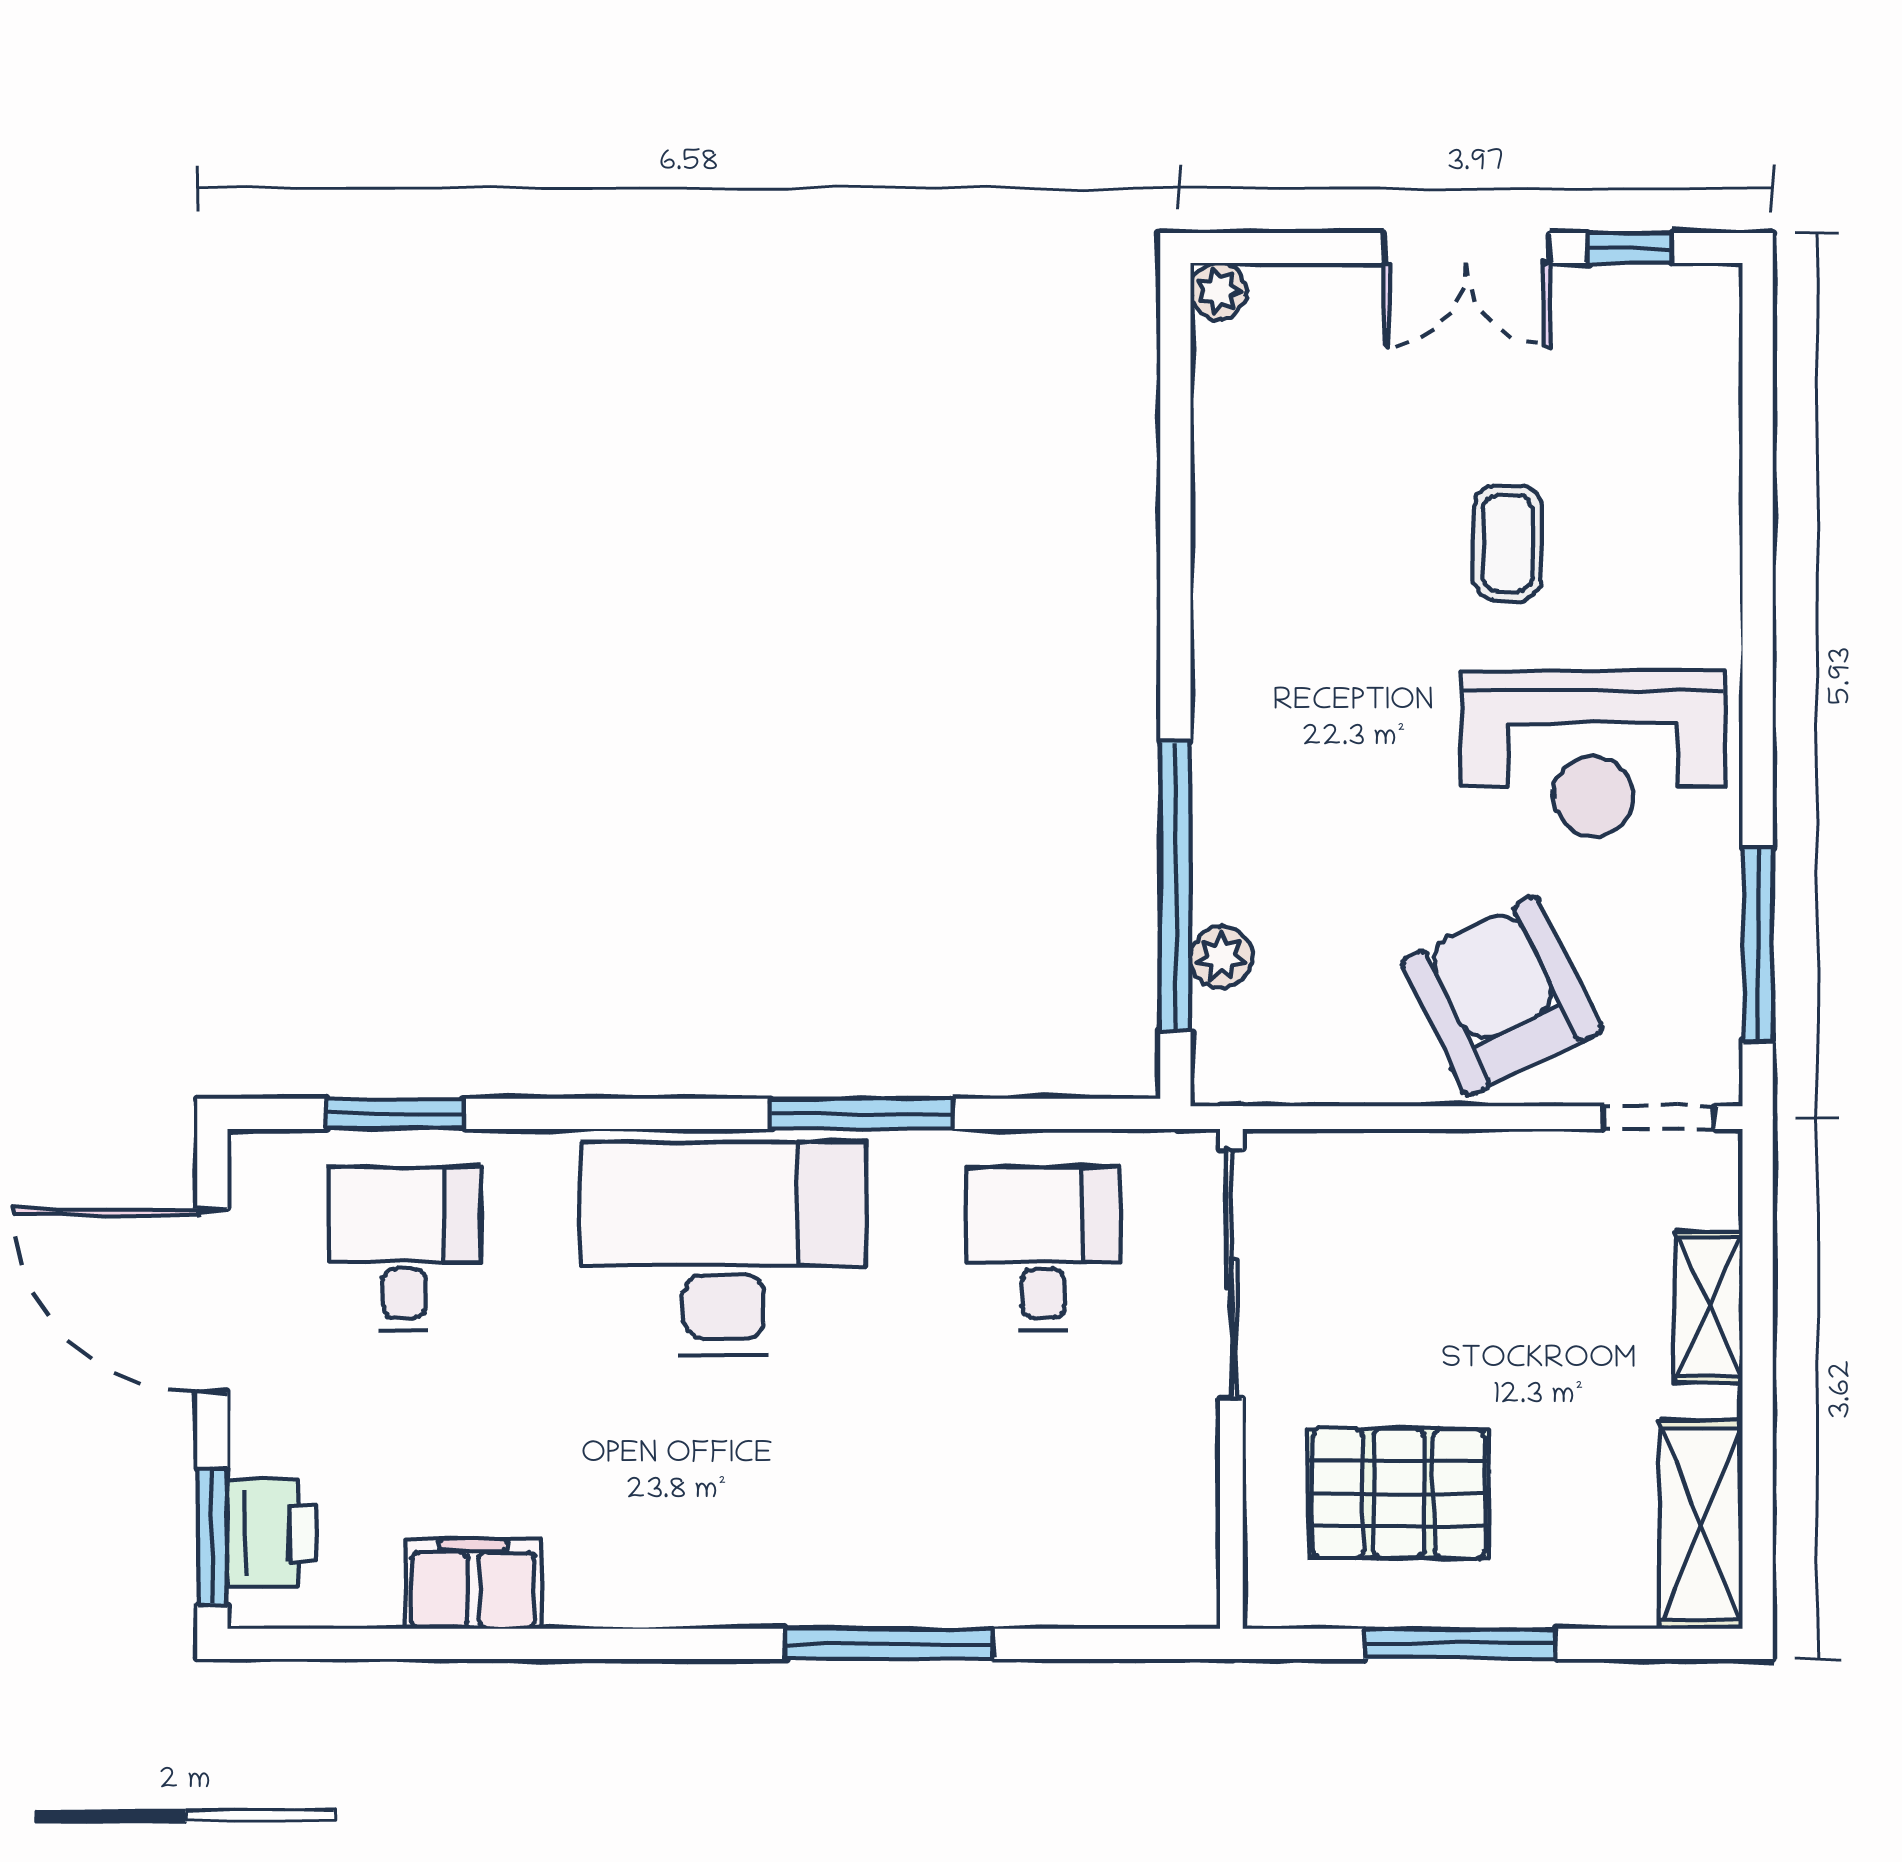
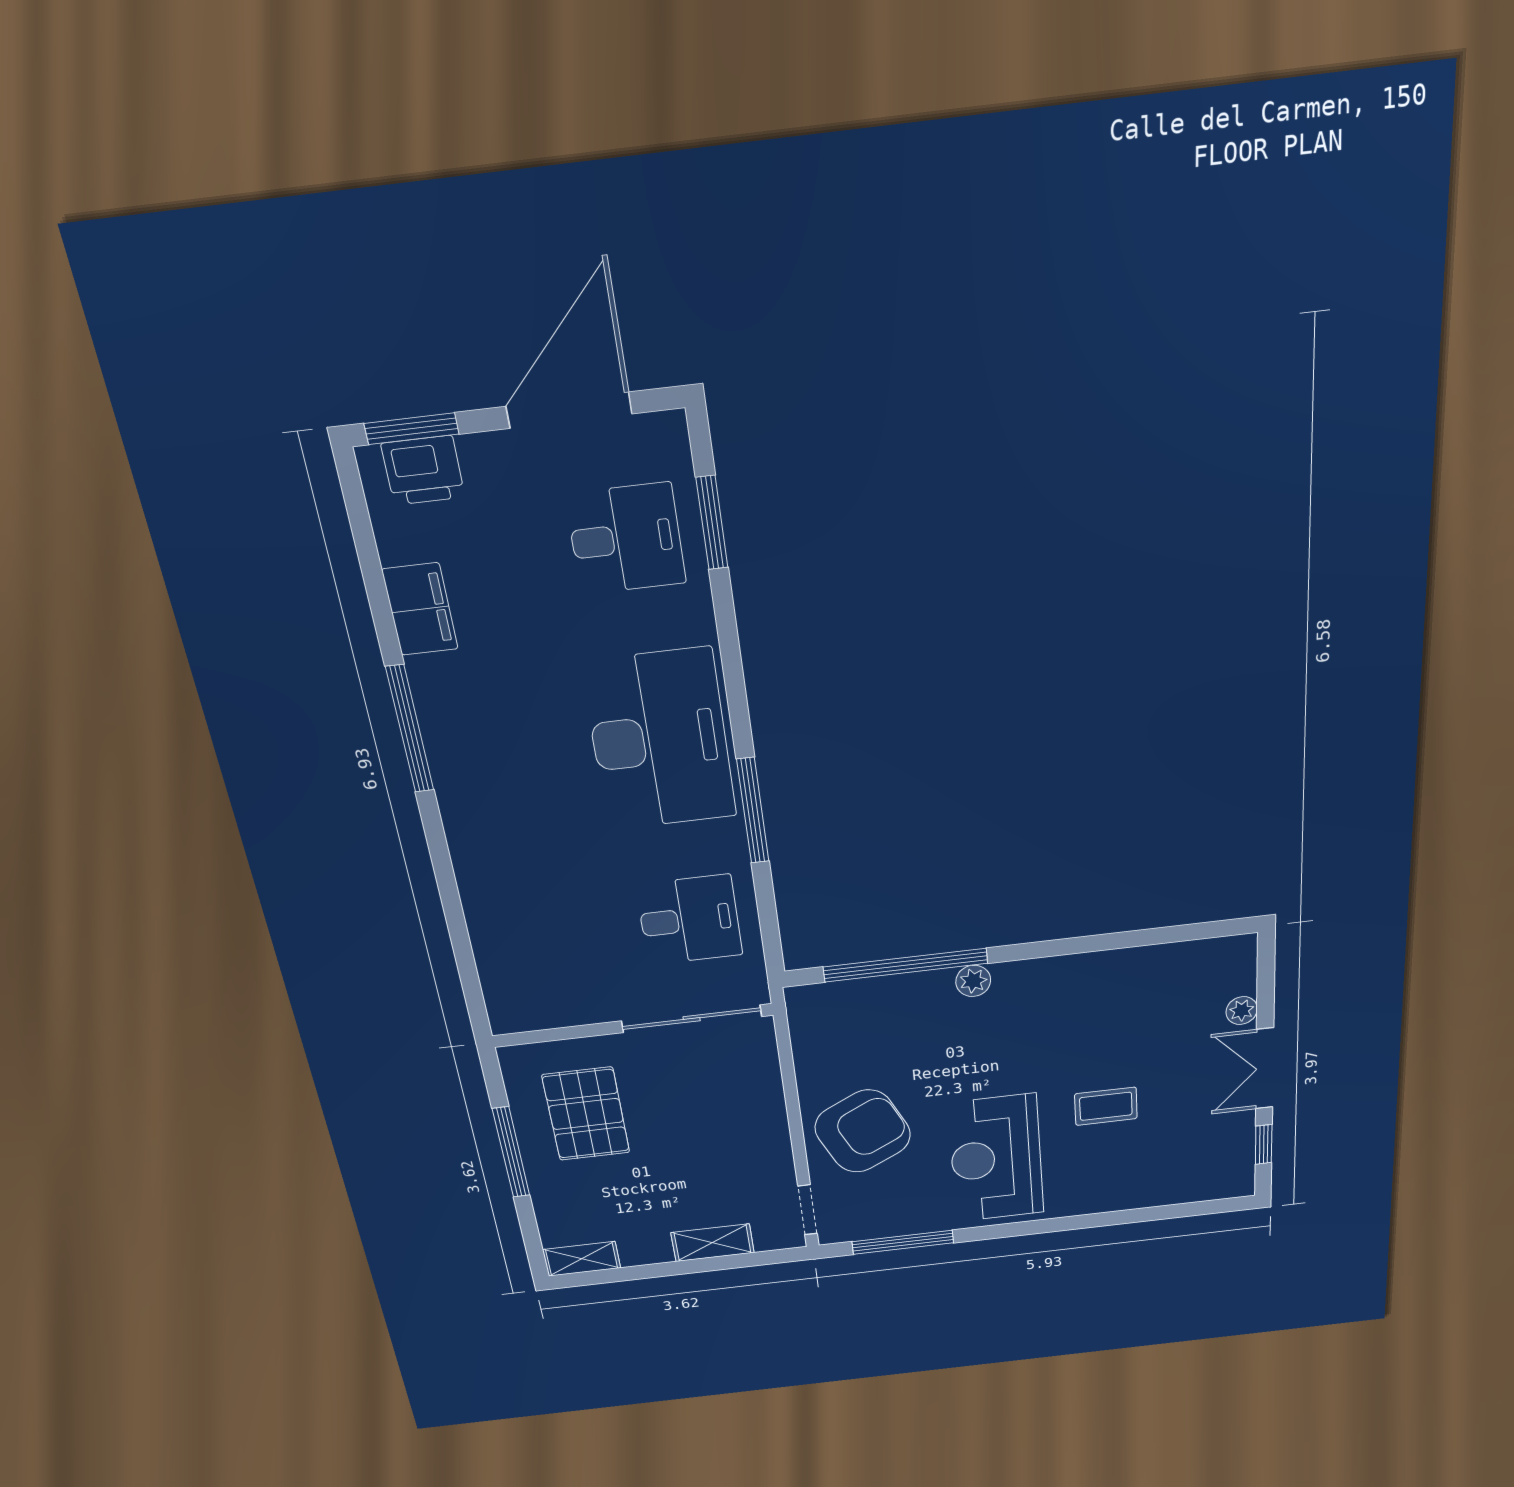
plant: (1218, 291) -> (1242, 1011), moved
plant: (1221, 957) -> (973, 981), moved
shelving: (1701, 1524) -> (582, 1259), width x0.67, depth x0.75
window: (889, 1644) -> (410, 729), moved

